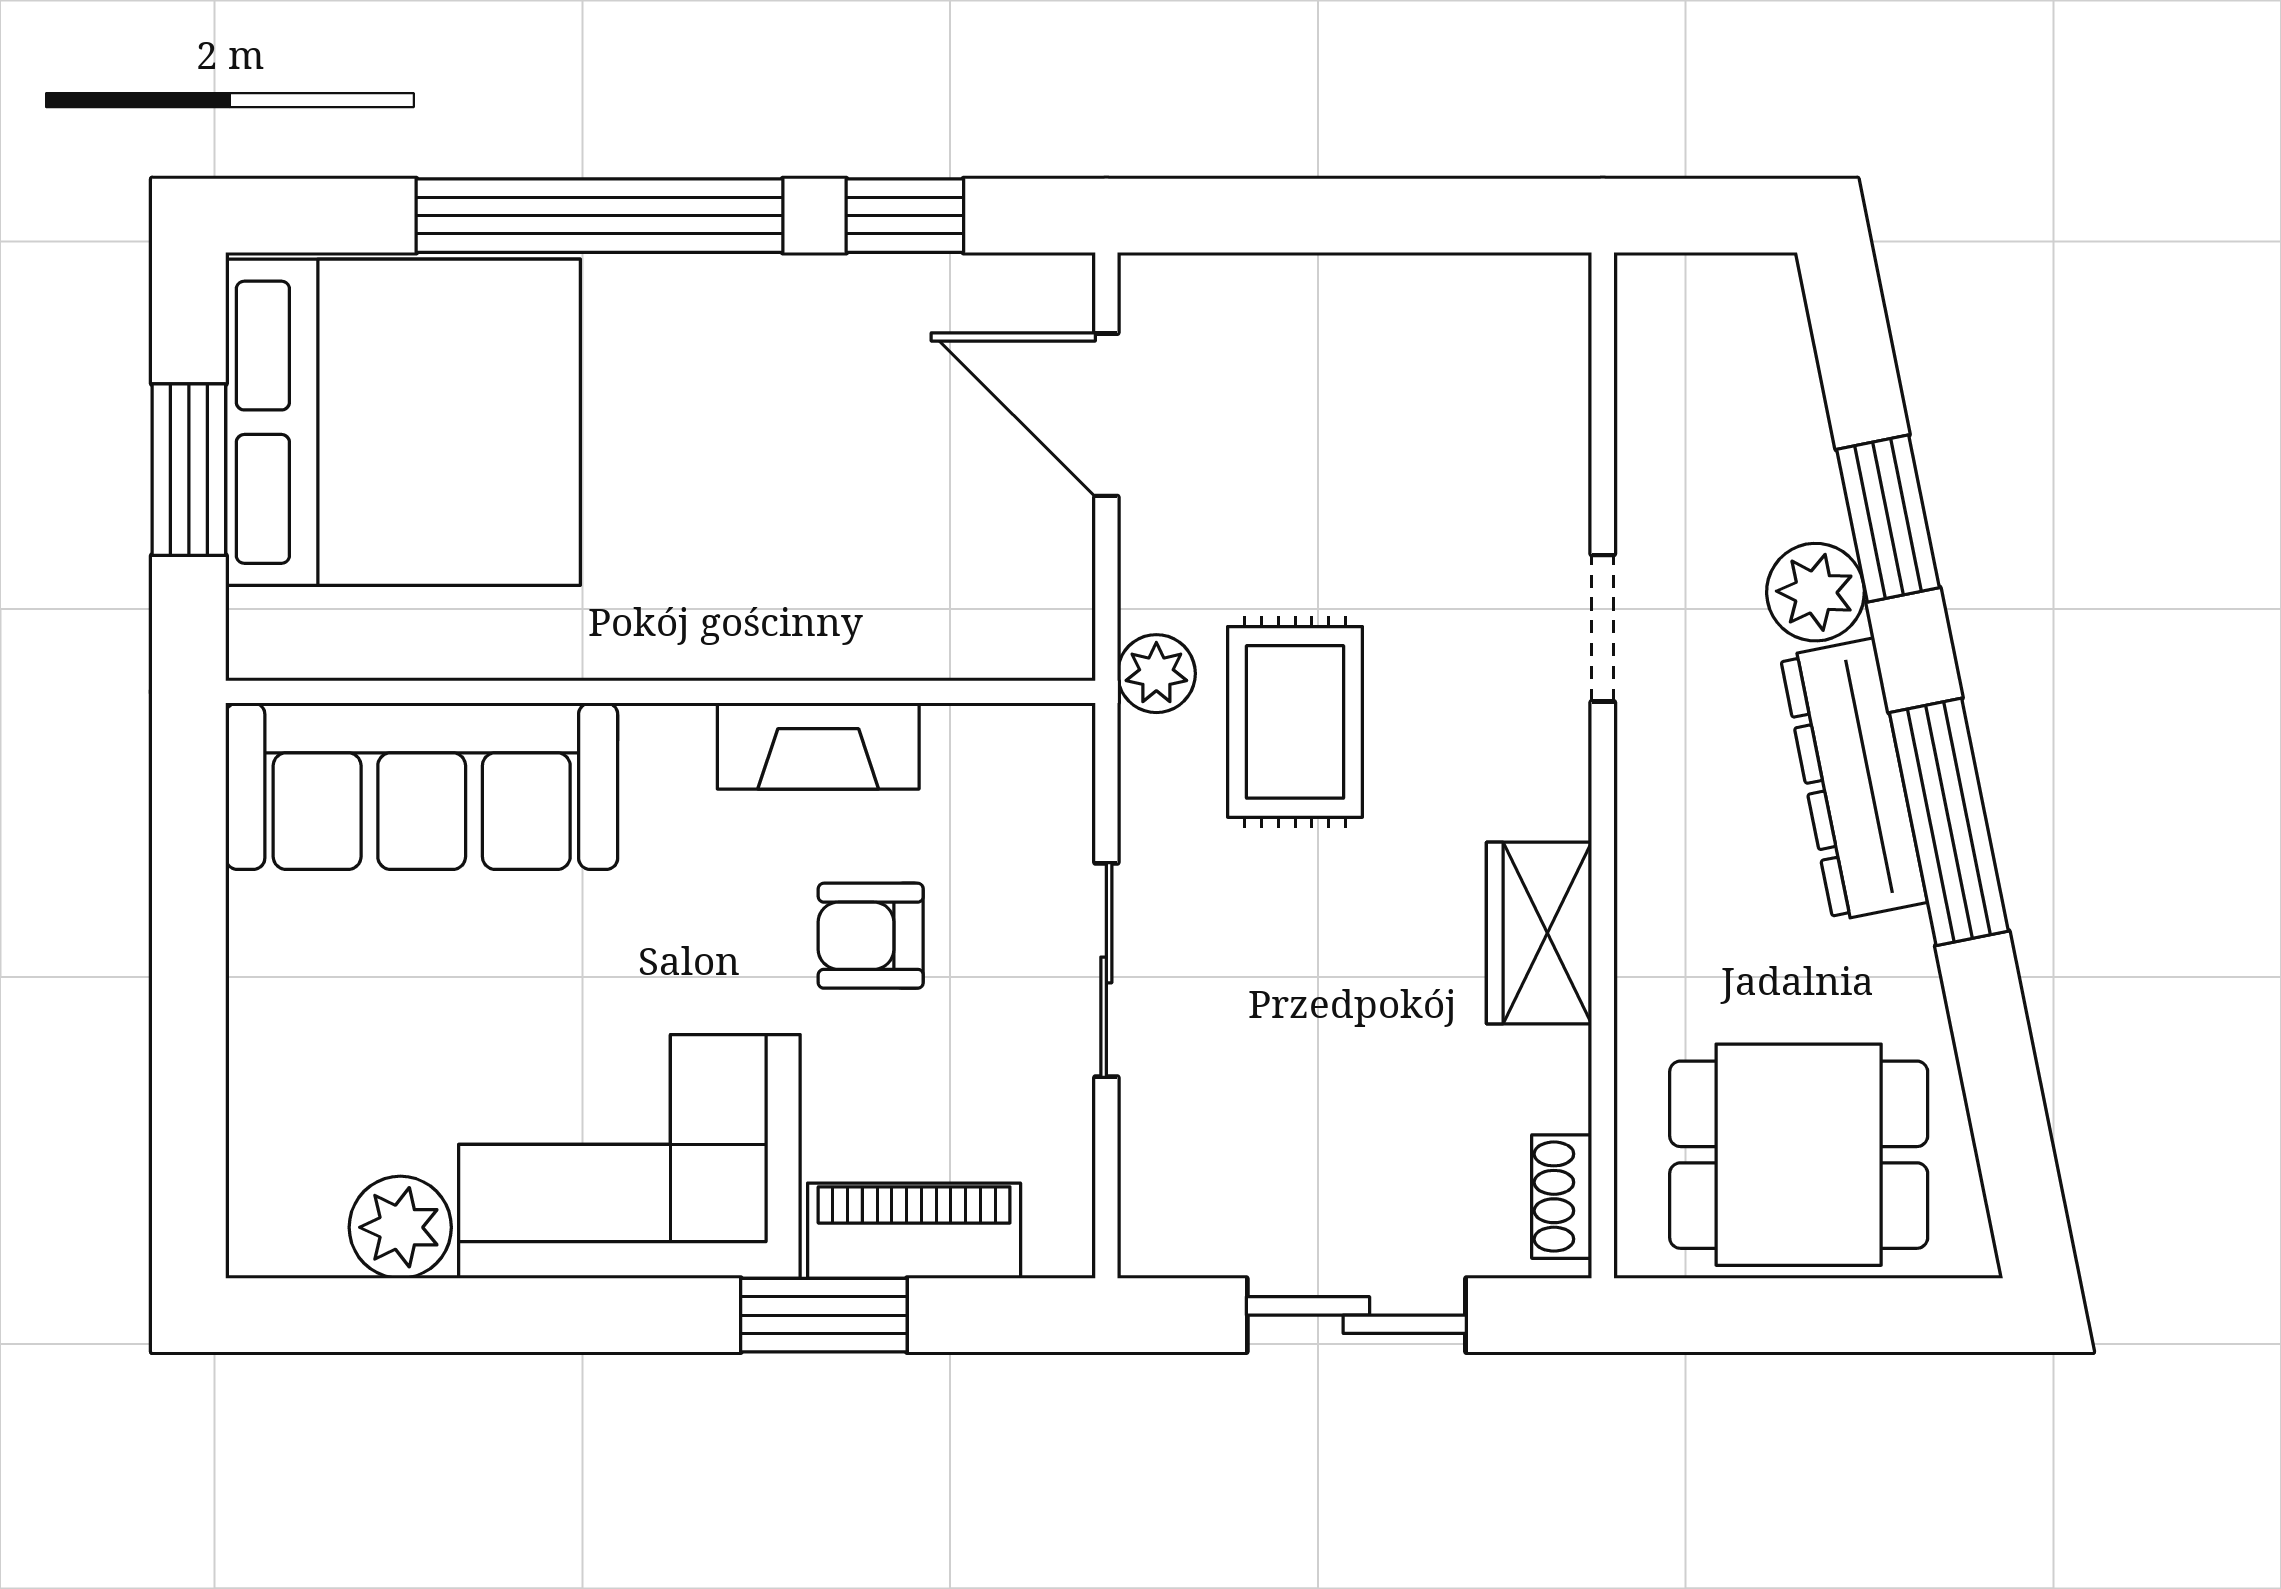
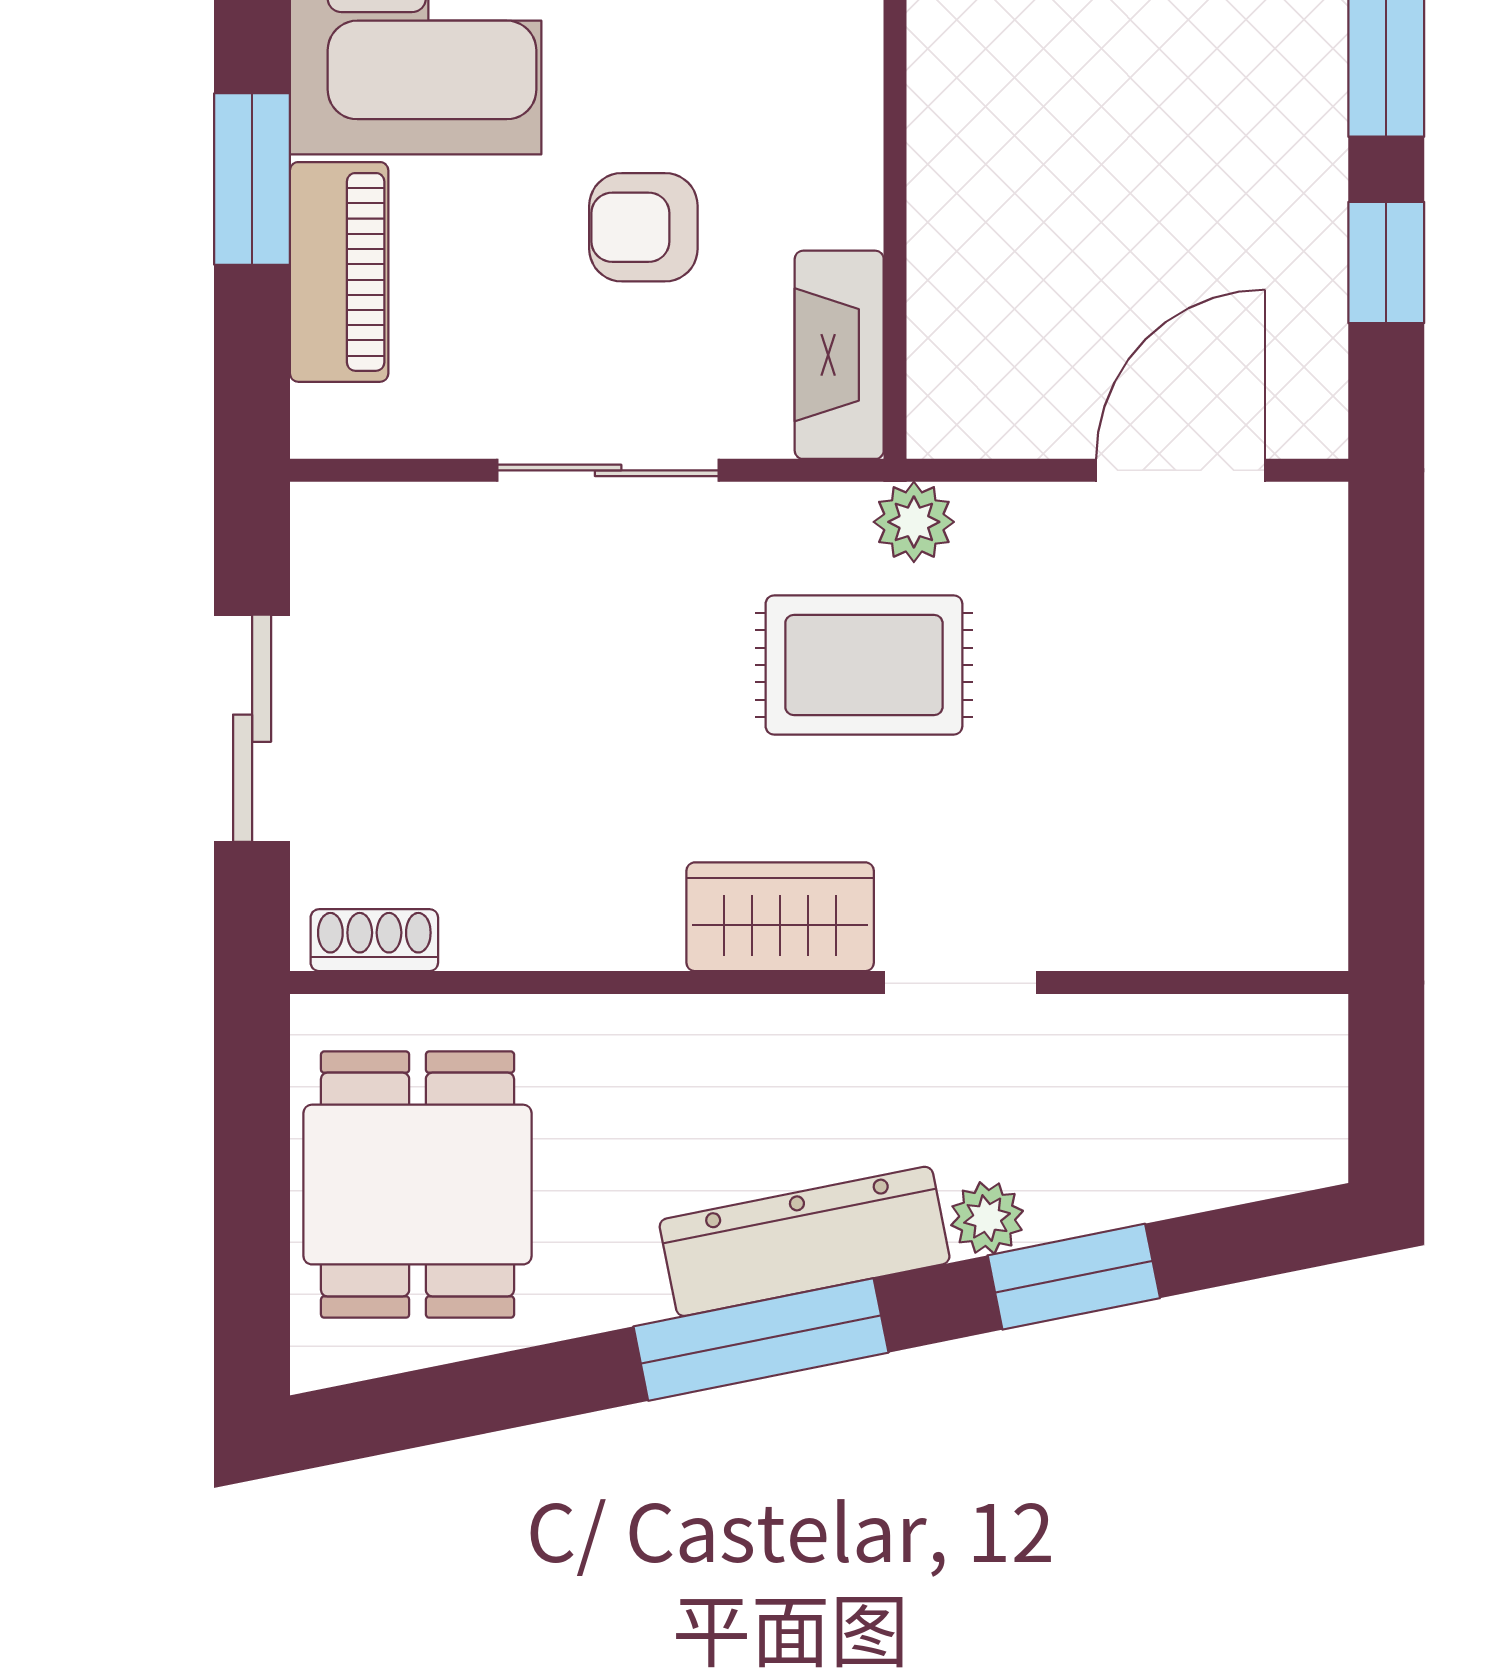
plant: (1815, 592) -> (987, 1218), width x0.73, depth x0.73
fireplace: (818, 746) -> (839, 355), moved
wardrobe: (1539, 933) -> (780, 917), moved
armchair: (871, 936) -> (643, 227), turned -90

